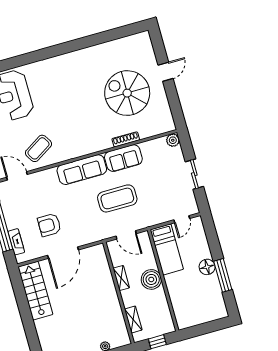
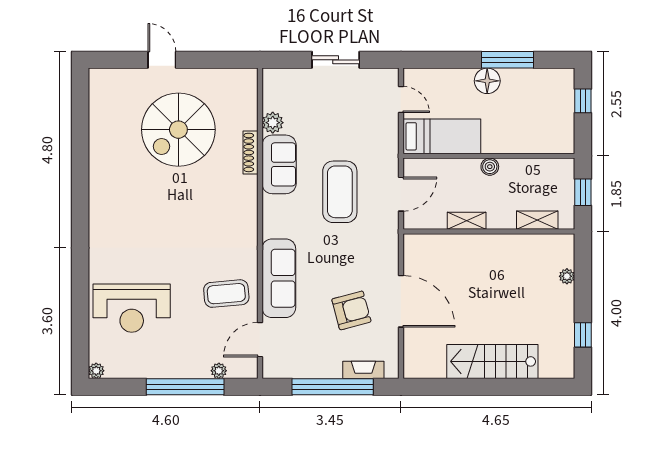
plant: (173, 140) -> (273, 123), moved
coffee table: (39, 148) -> (226, 294), turned -63
sofa: (82, 170) -> (279, 278), moved
armchair: (49, 225) -> (351, 310), turned -105
boiler: (151, 279) -> (490, 167), width x0.54, depth x0.54
stairs: (35, 291) -> (492, 361), moved
window: (211, 327) -> (583, 101), added

